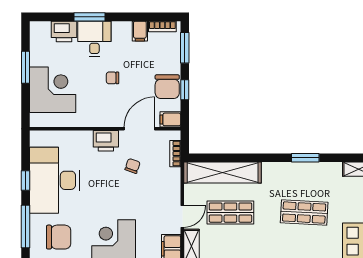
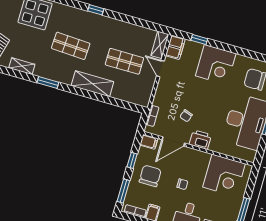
chair: (167, 87) -> (150, 176), moved
corner desk: (53, 90) -> (224, 175), moved, turned -90
window: (305, 158) -> (48, 83), moved
shelving: (223, 172) -> (92, 84), moved, width x0.68
door: (182, 216) -> (160, 69), hinge flipped

